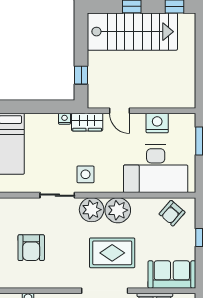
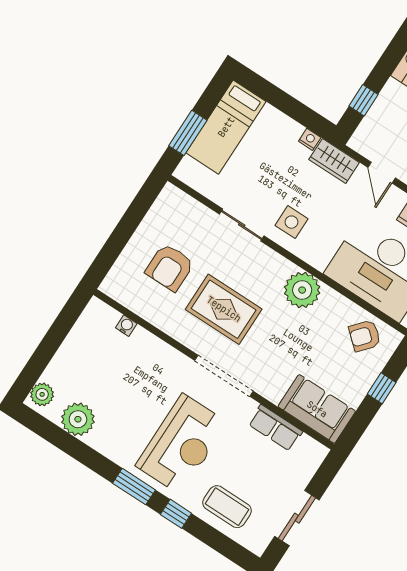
plant: (92, 210) -> (271, 269), removed
rug: (112, 253) -> (224, 309), moved

